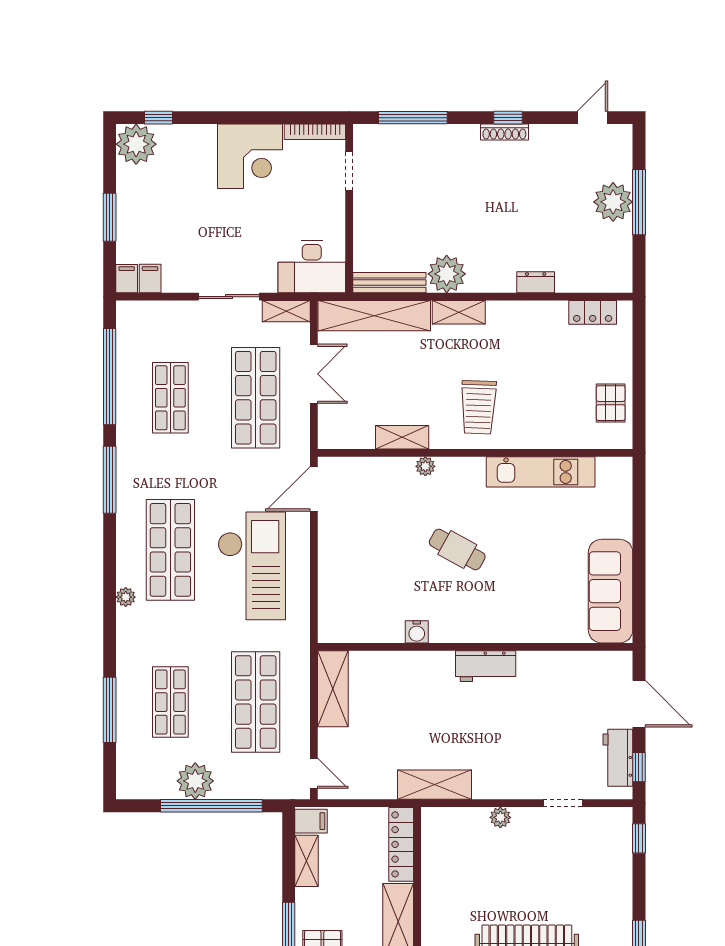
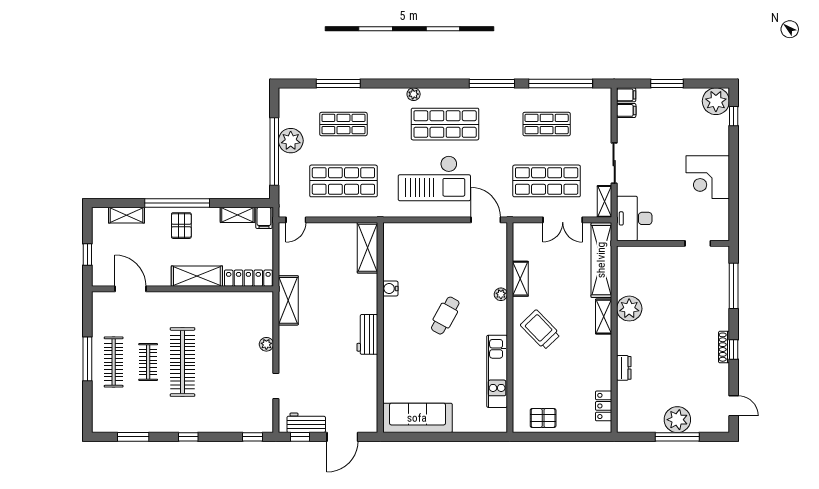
bookcase: (315, 132) -> (724, 220), removed
bench: (389, 283) -> (623, 270), removed
trolley: (478, 407) -> (540, 330), turned 44
shelving: (333, 689) -> (368, 248), moved, turned 90

